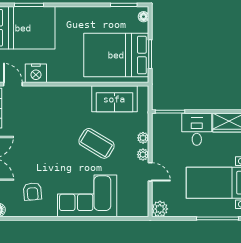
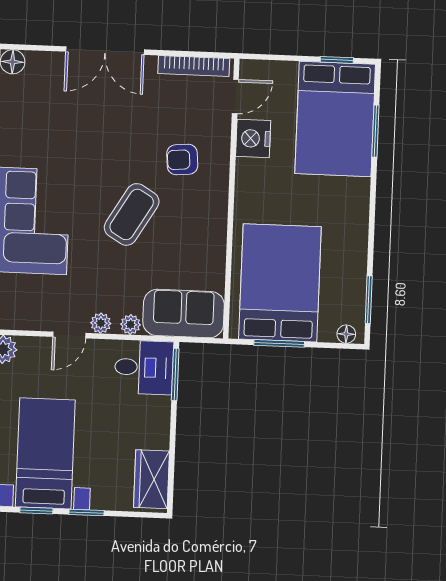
sofa: (114, 99) -> (184, 313), moved, turned 90
desk: (197, 129) -> (144, 367), moved
coffee table: (96, 143) -> (132, 214), moved
armchair: (32, 192) -> (182, 160), moved

